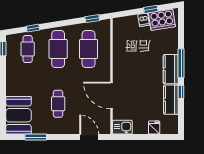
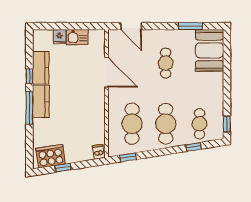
dishwasher: (144, 20) -> (99, 152), moved
kitchen sink: (122, 127) -> (77, 37), moved

